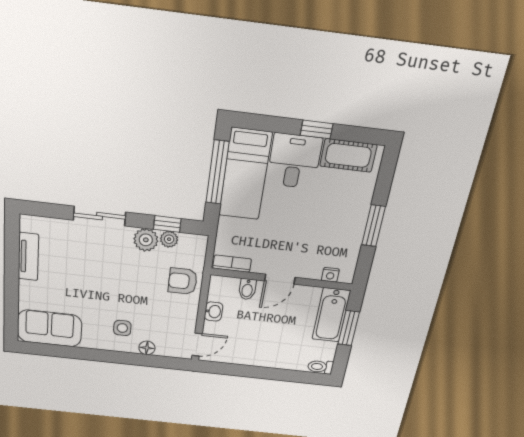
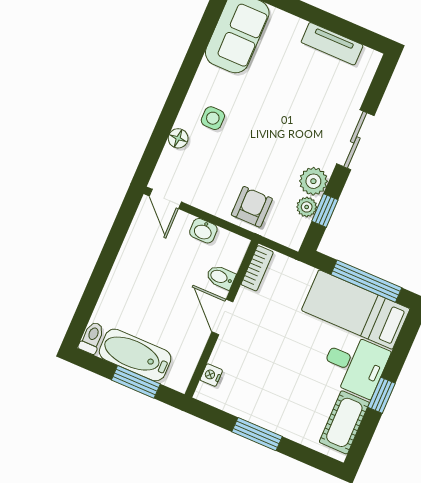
bathtub: (331, 315) -> (135, 355), moved

